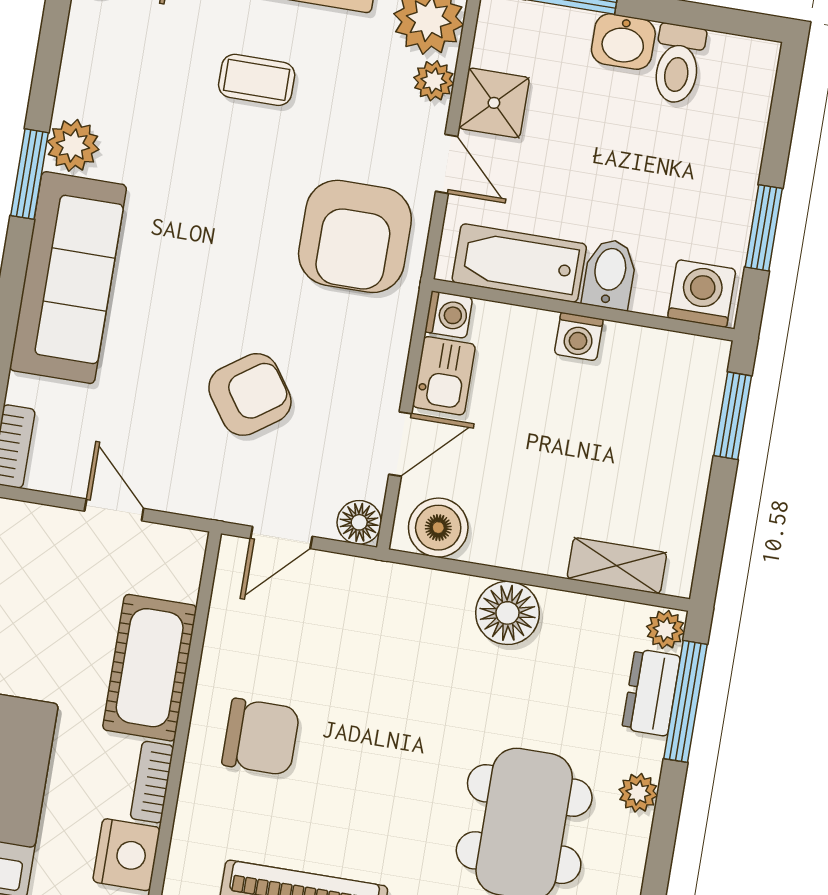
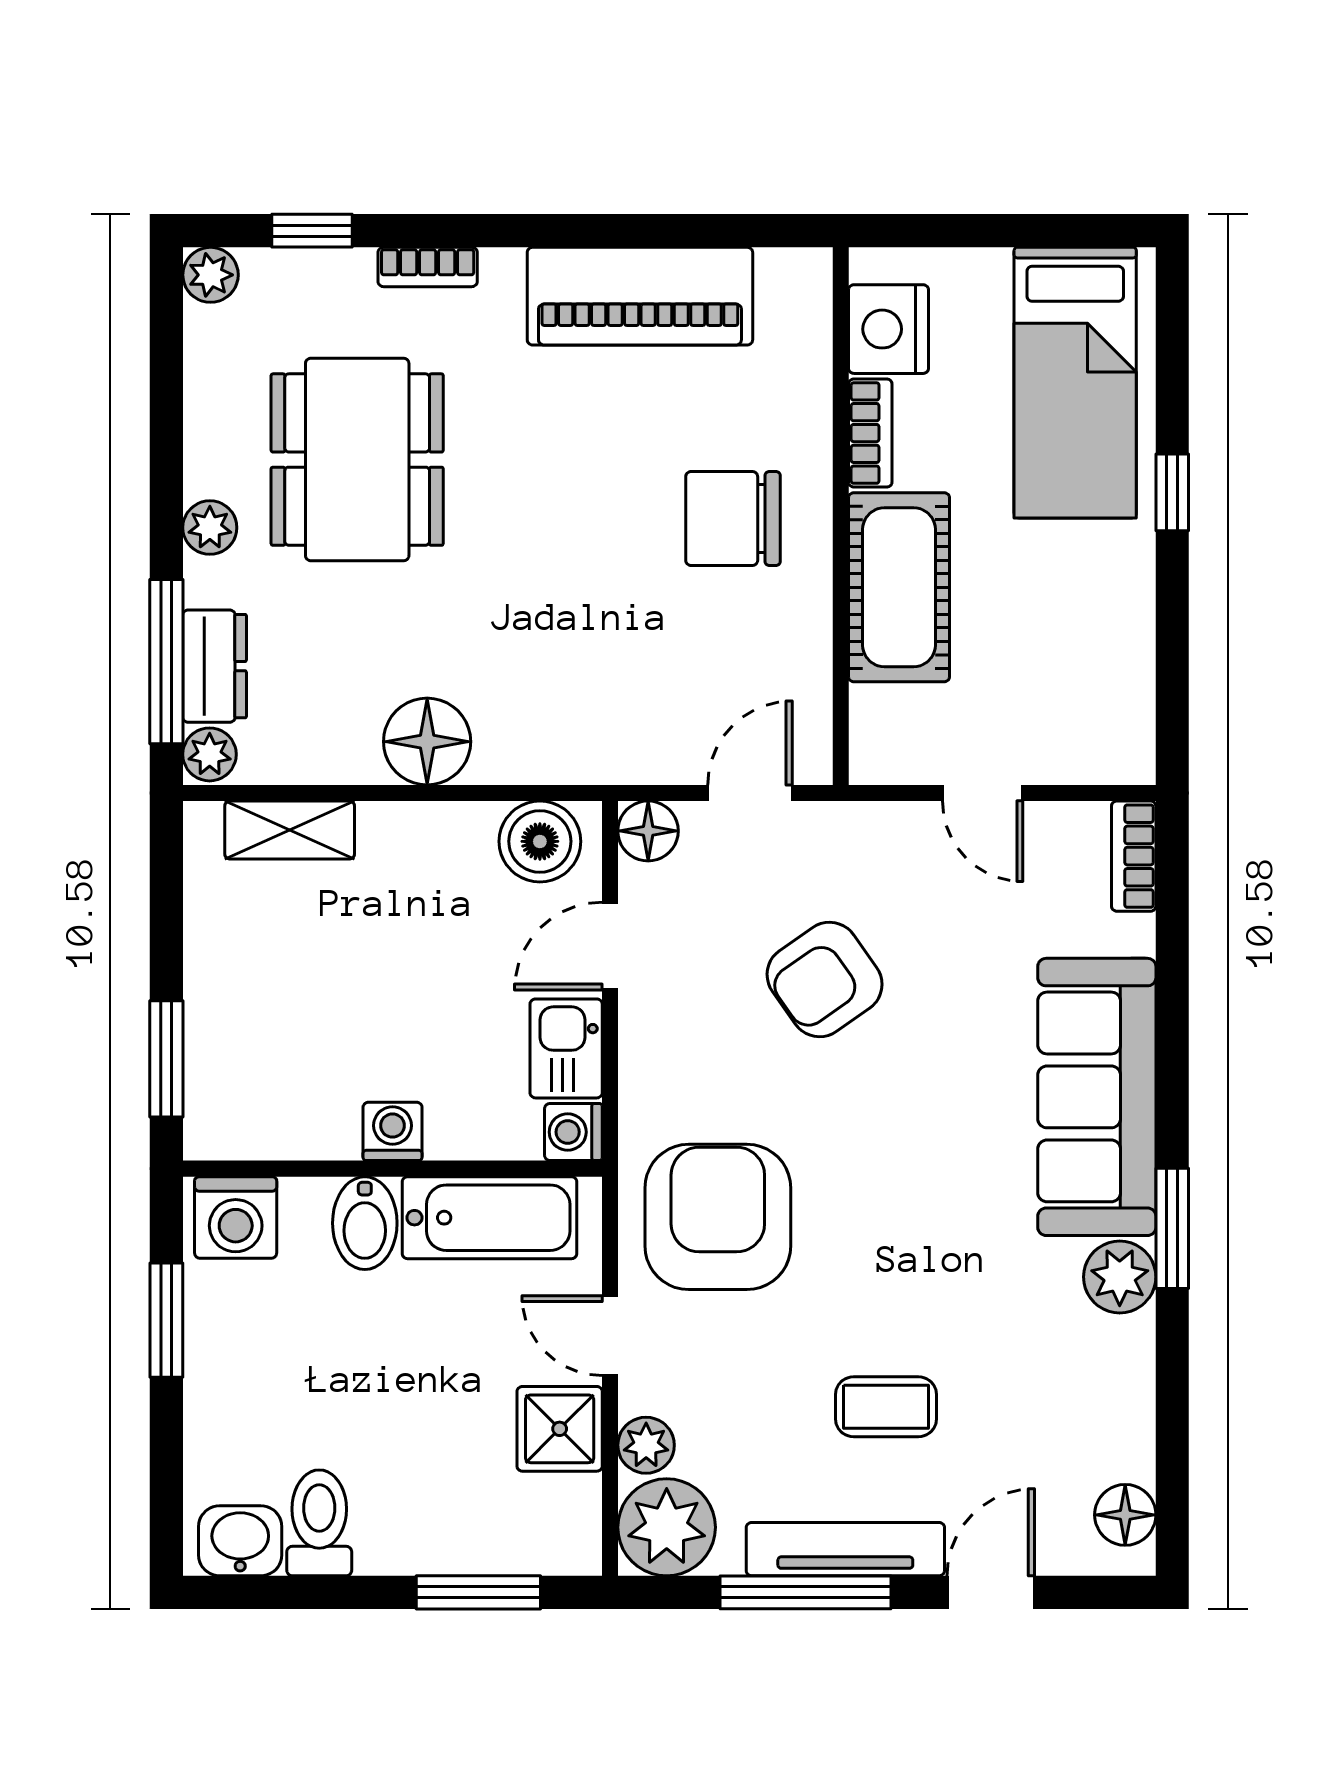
washbasin: (623, 42) -> (240, 1541), moved

